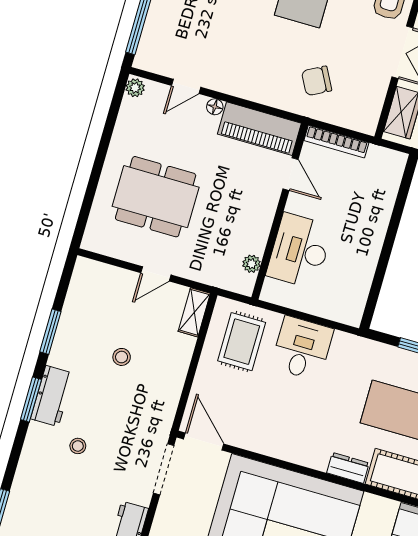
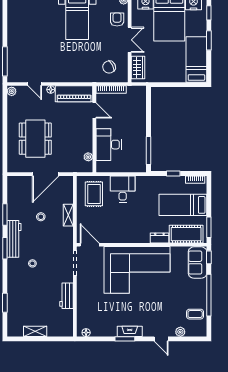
chair: (317, 81) -> (109, 67), moved
door: (186, 86) -> (35, 84), hinge flipped
dining table: (156, 197) -> (35, 139), turned 90
door: (156, 274) -> (46, 174), width x1.87
window: (376, 286) -> (149, 150), added
shelving: (194, 312) -> (68, 215), moved
workbench: (52, 396) -> (14, 239), width x1.38

